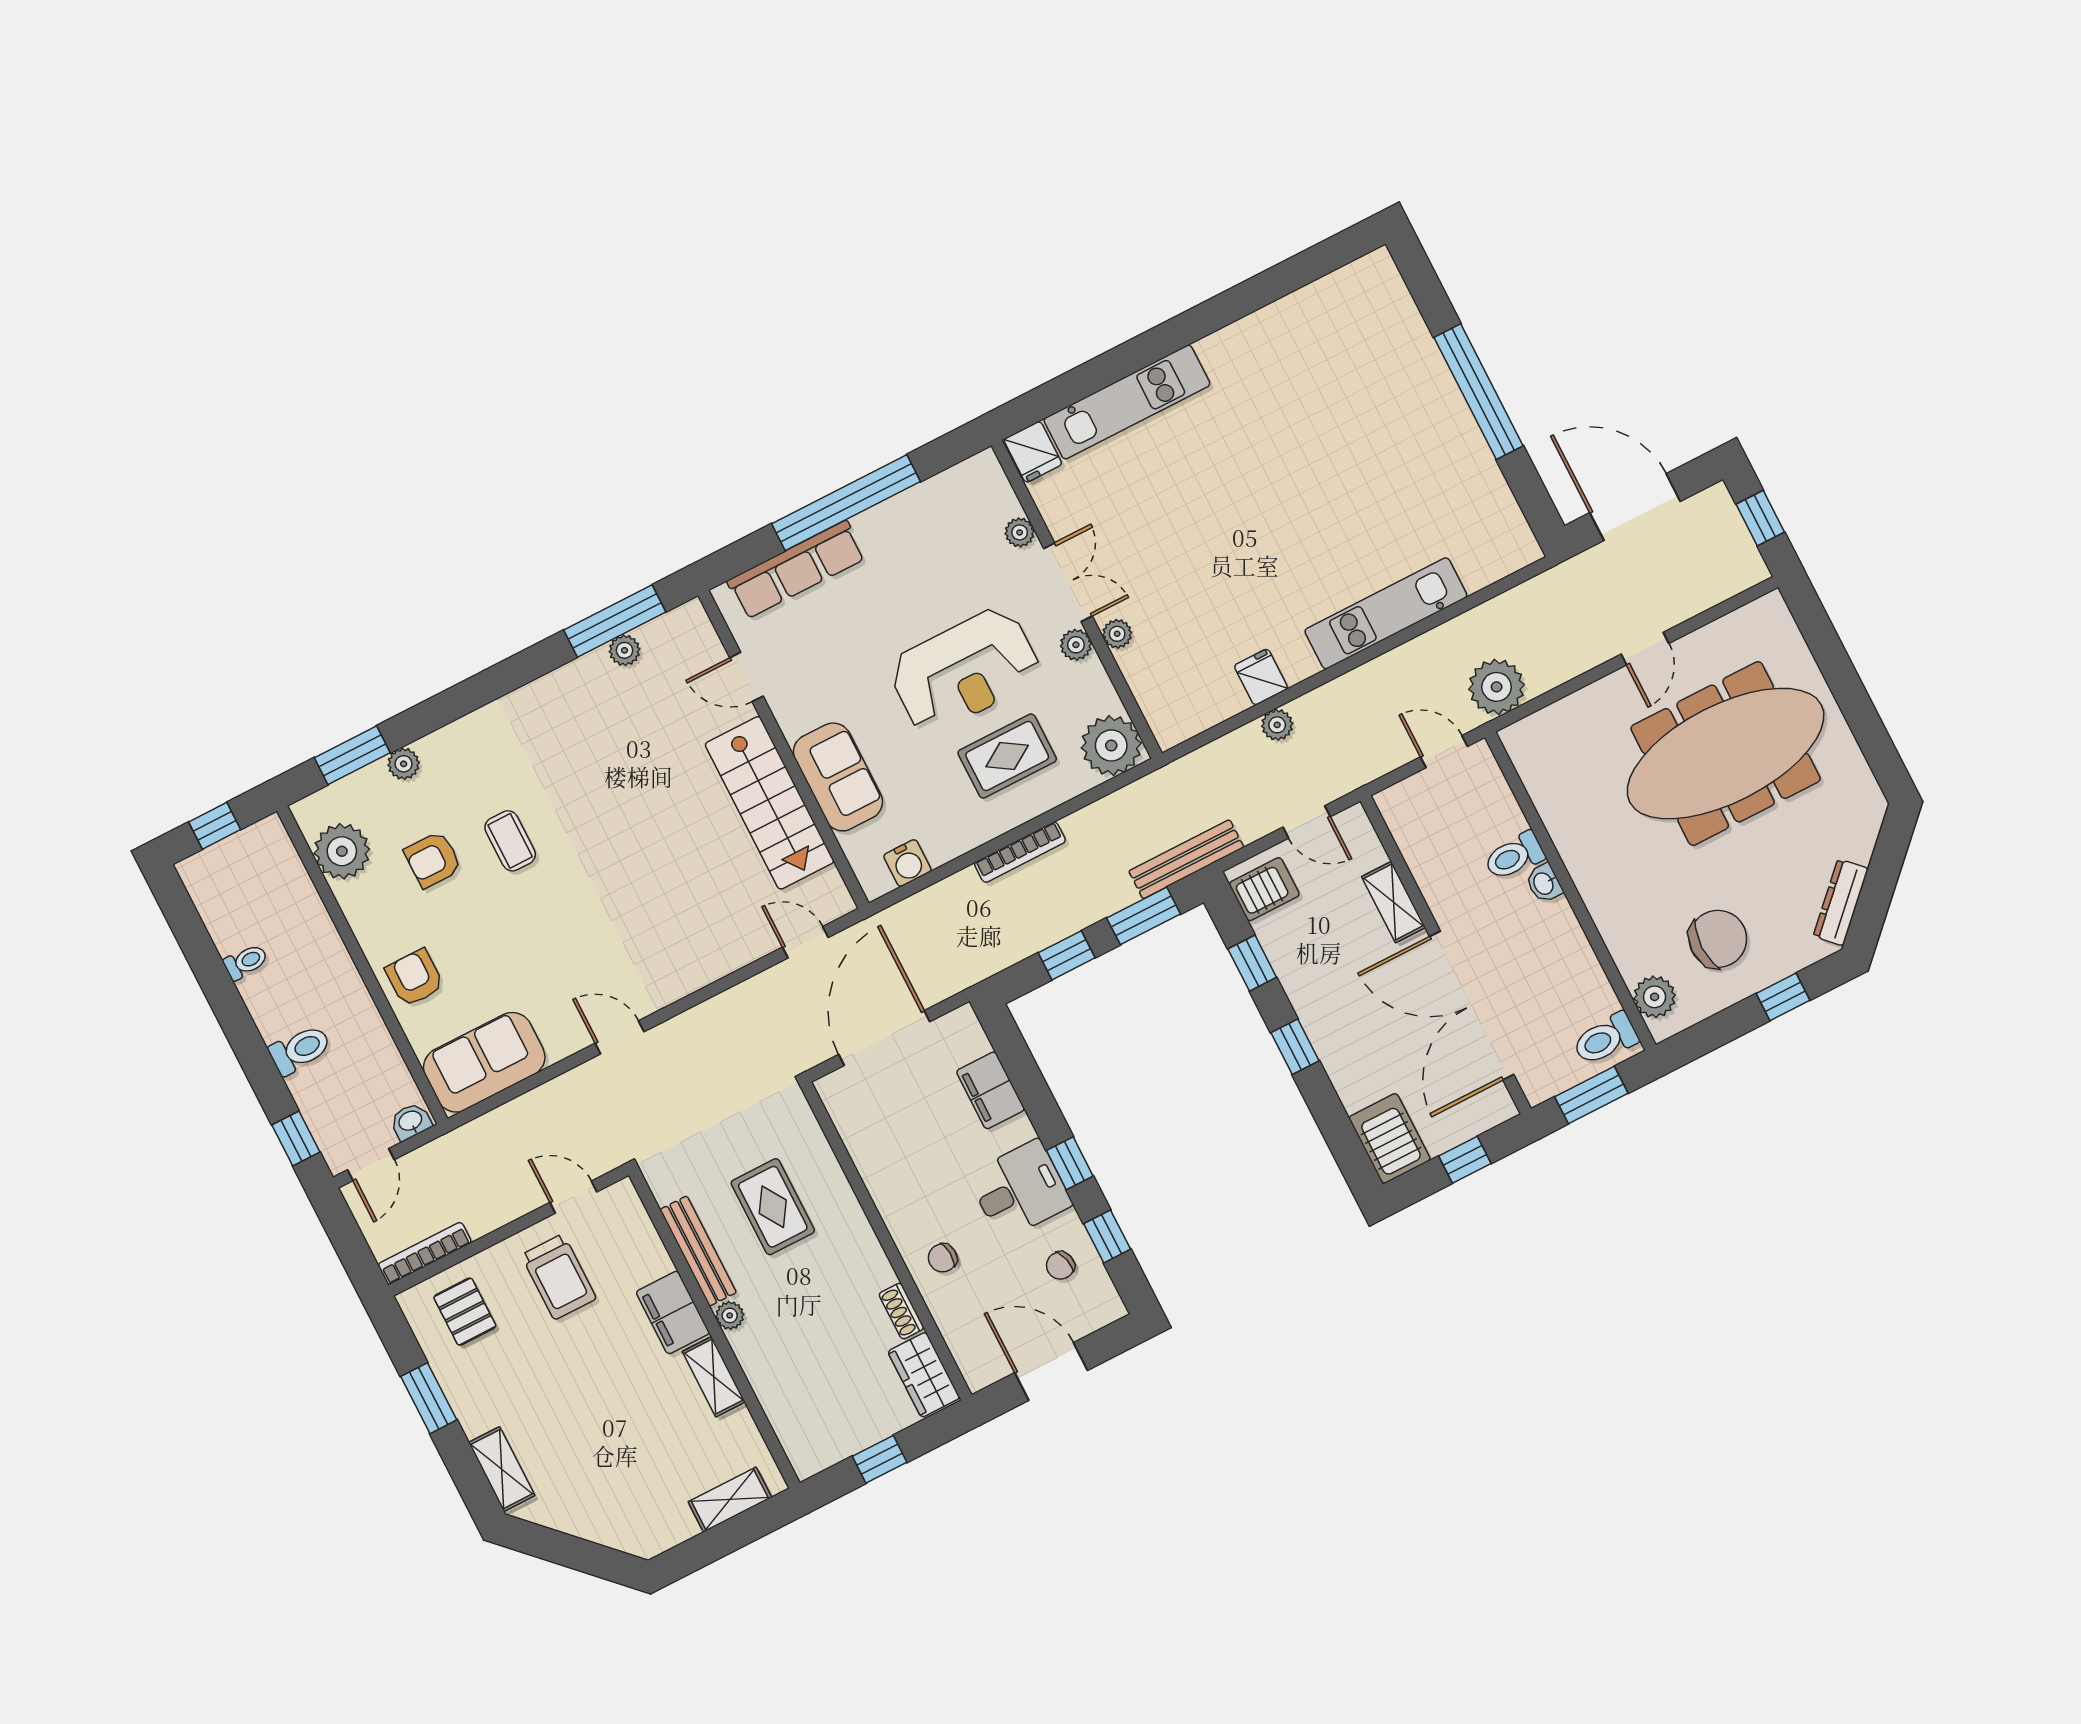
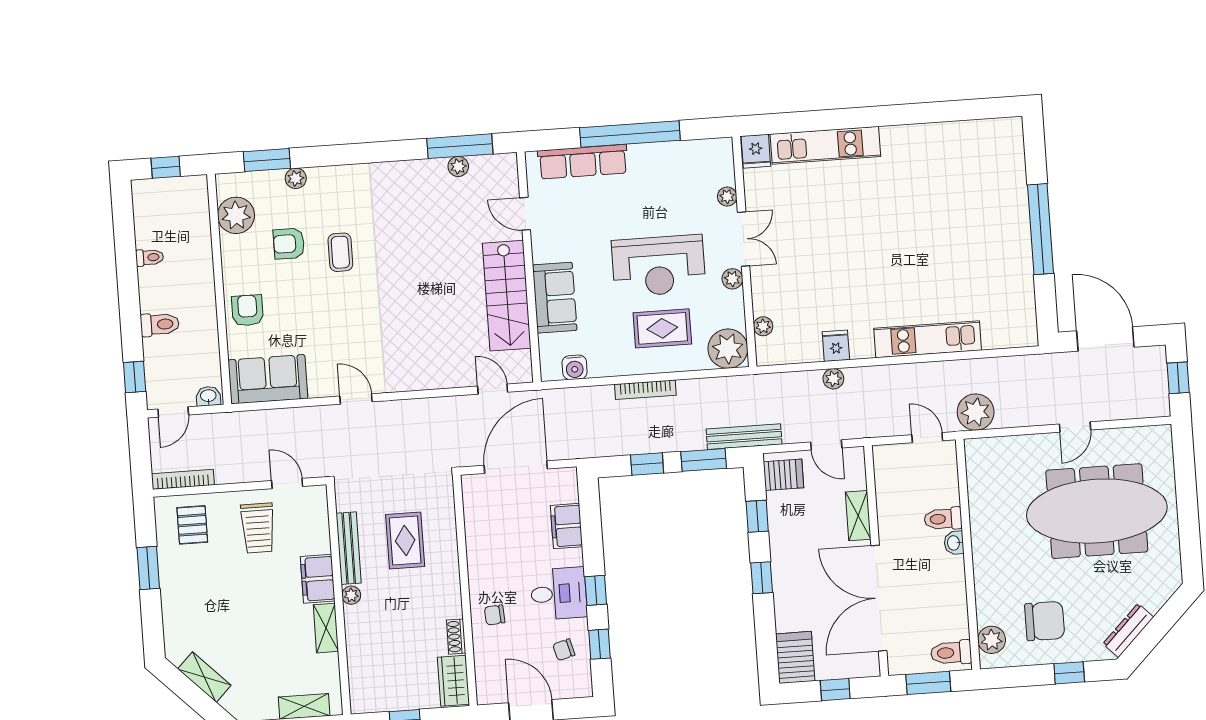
plant: (1117, 634) -> (763, 326), moved
shelving: (502, 1469) -> (204, 677), moved, turned -45

